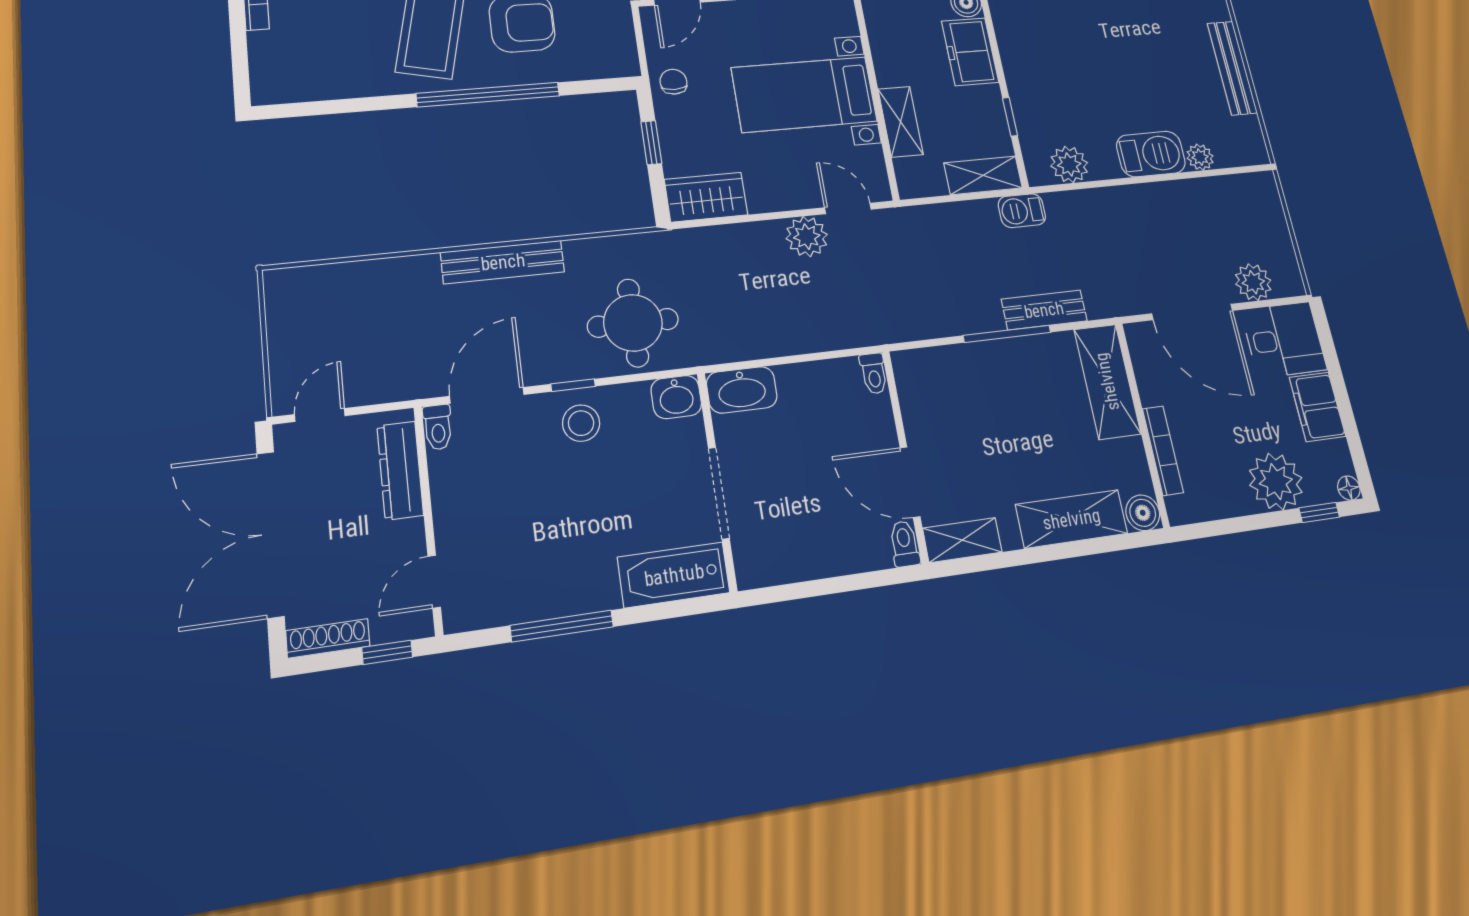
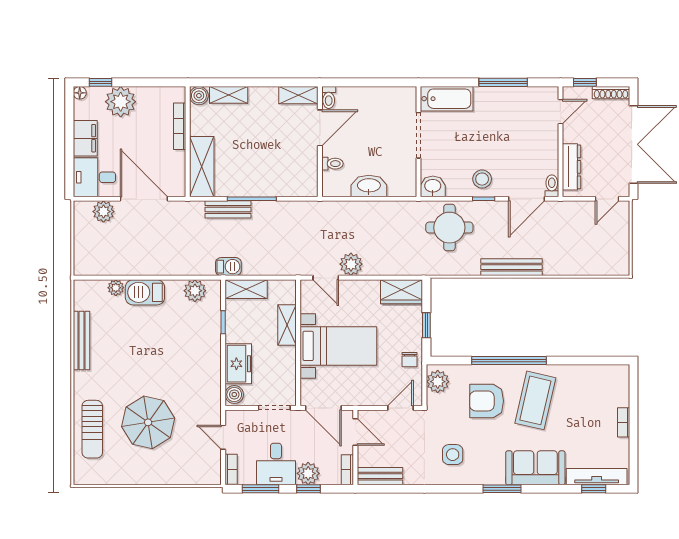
plant: (616, 49) -> (438, 382), added
toilet: (874, 373) -> (332, 164), moved, turned 90
washbasin: (742, 390) -> (369, 186), moved
door: (910, 482) -> (320, 128), hinge flipped
shelving: (1072, 519) -> (229, 95), width x0.67, depth x0.75

